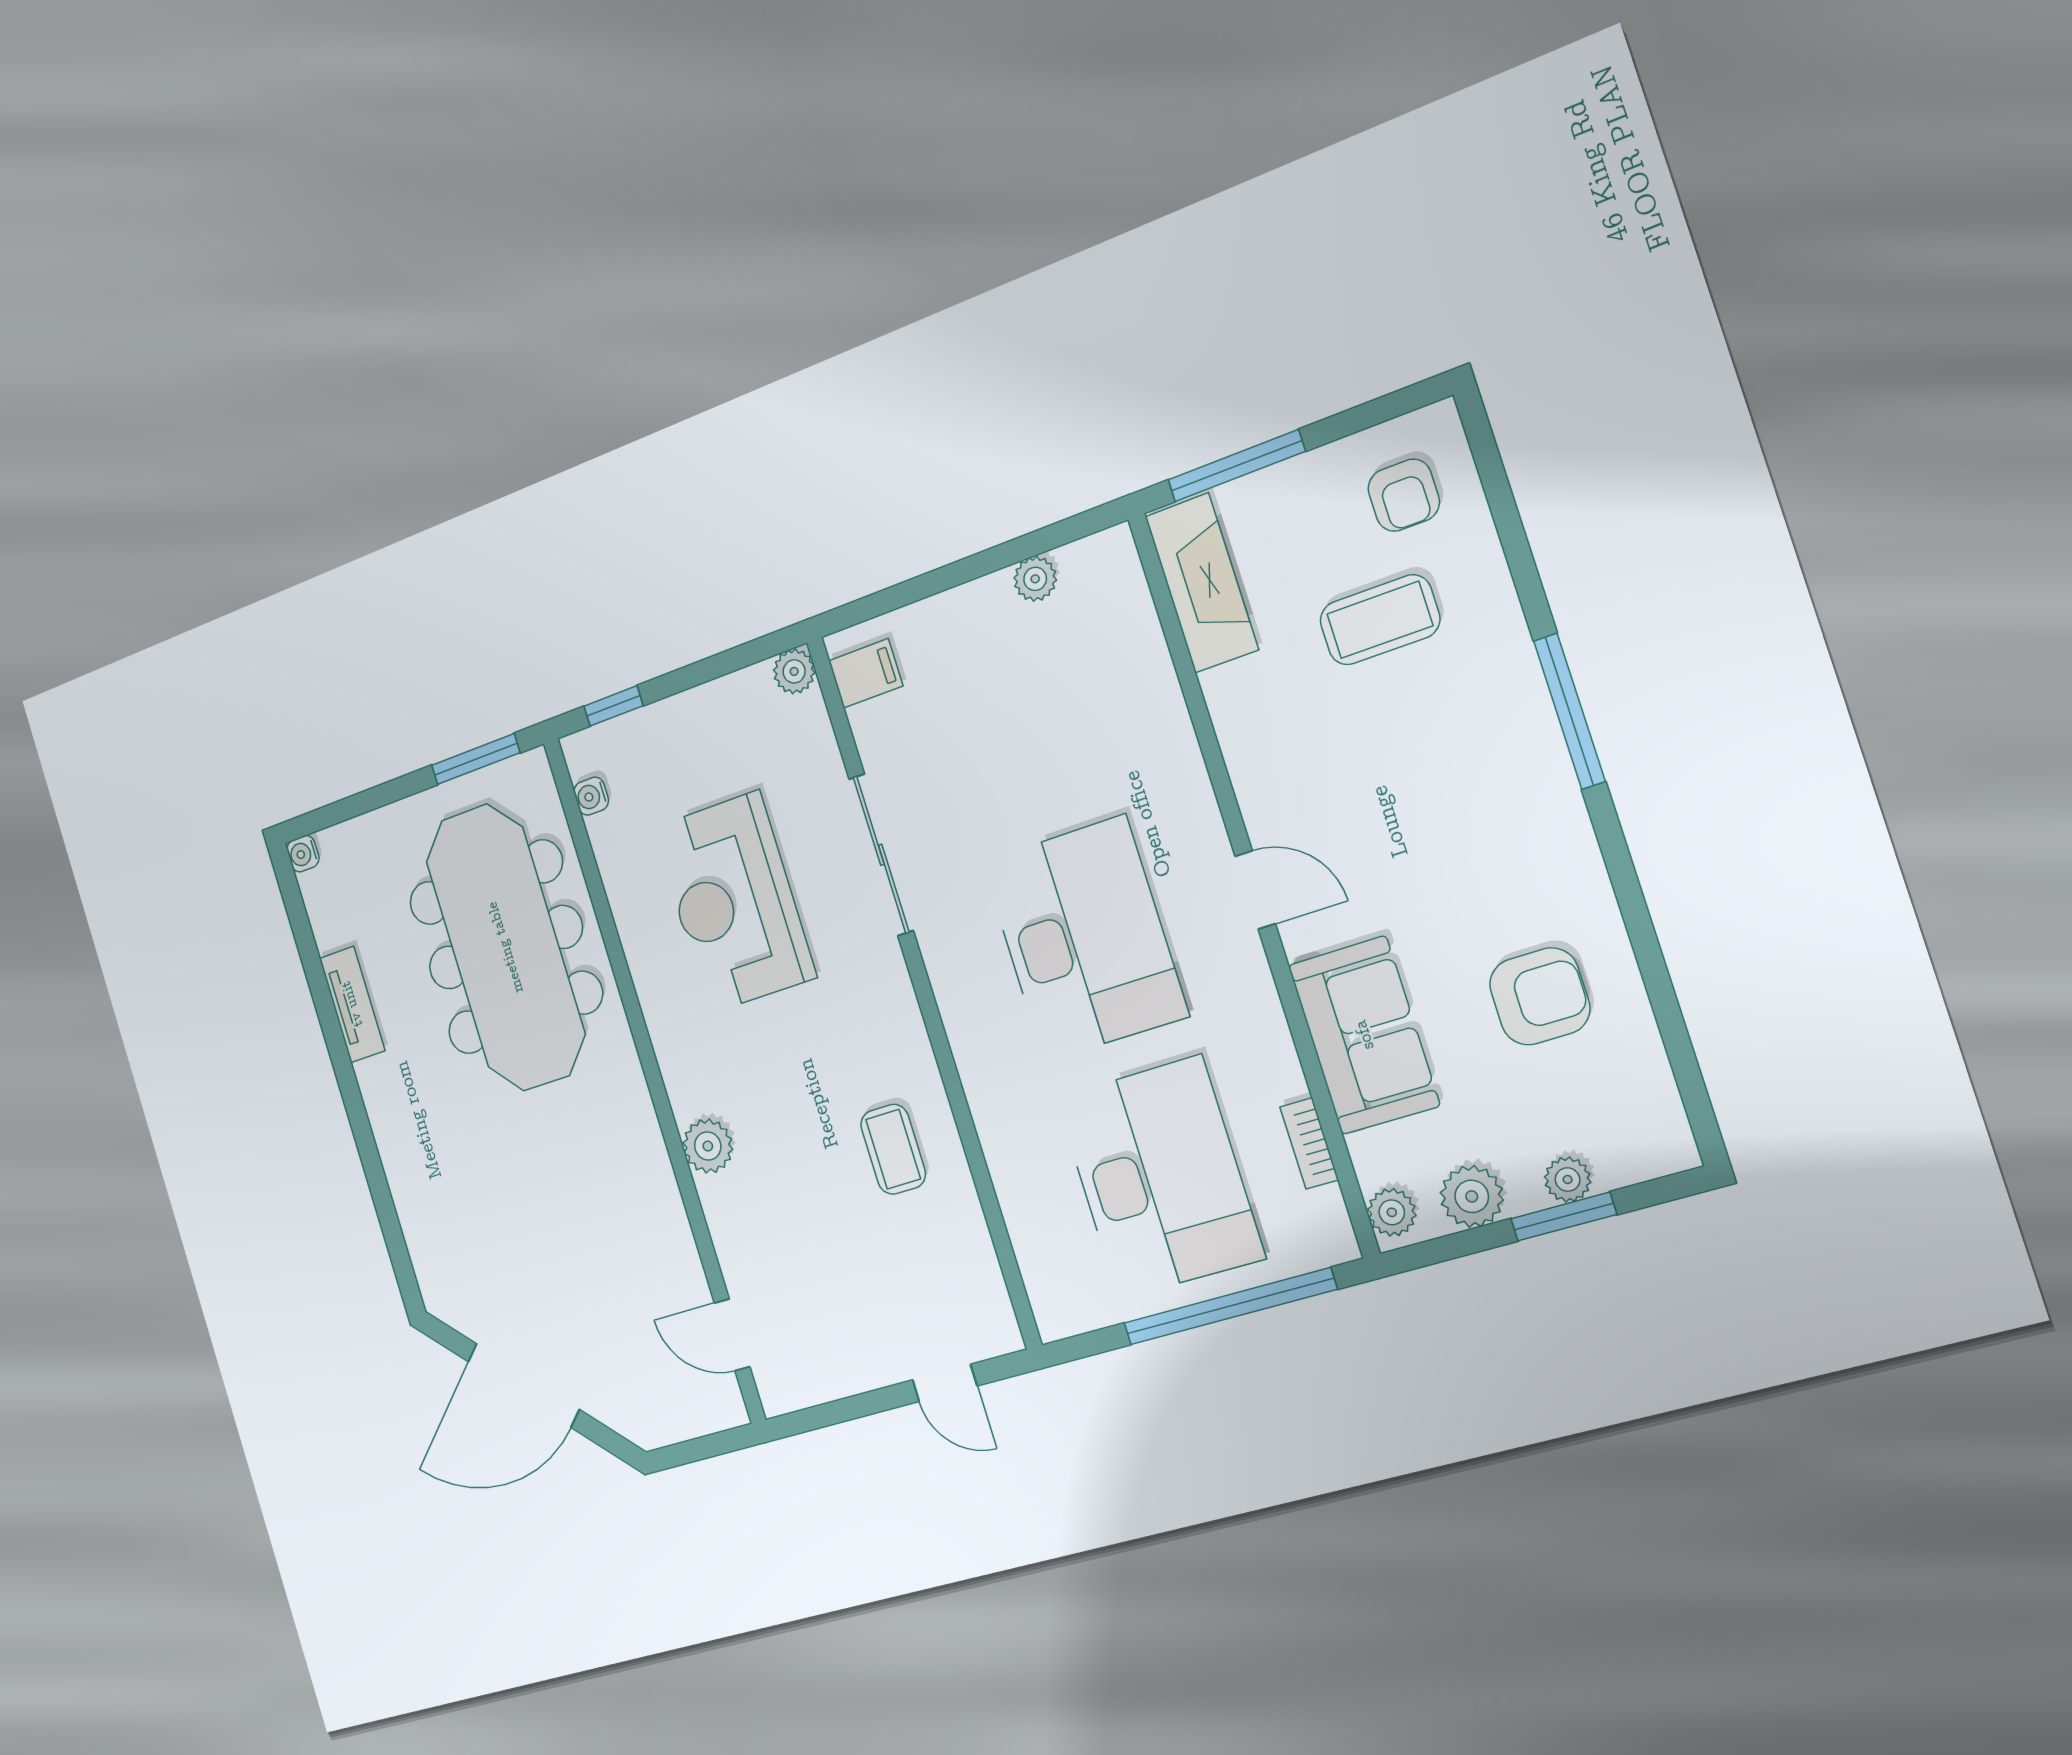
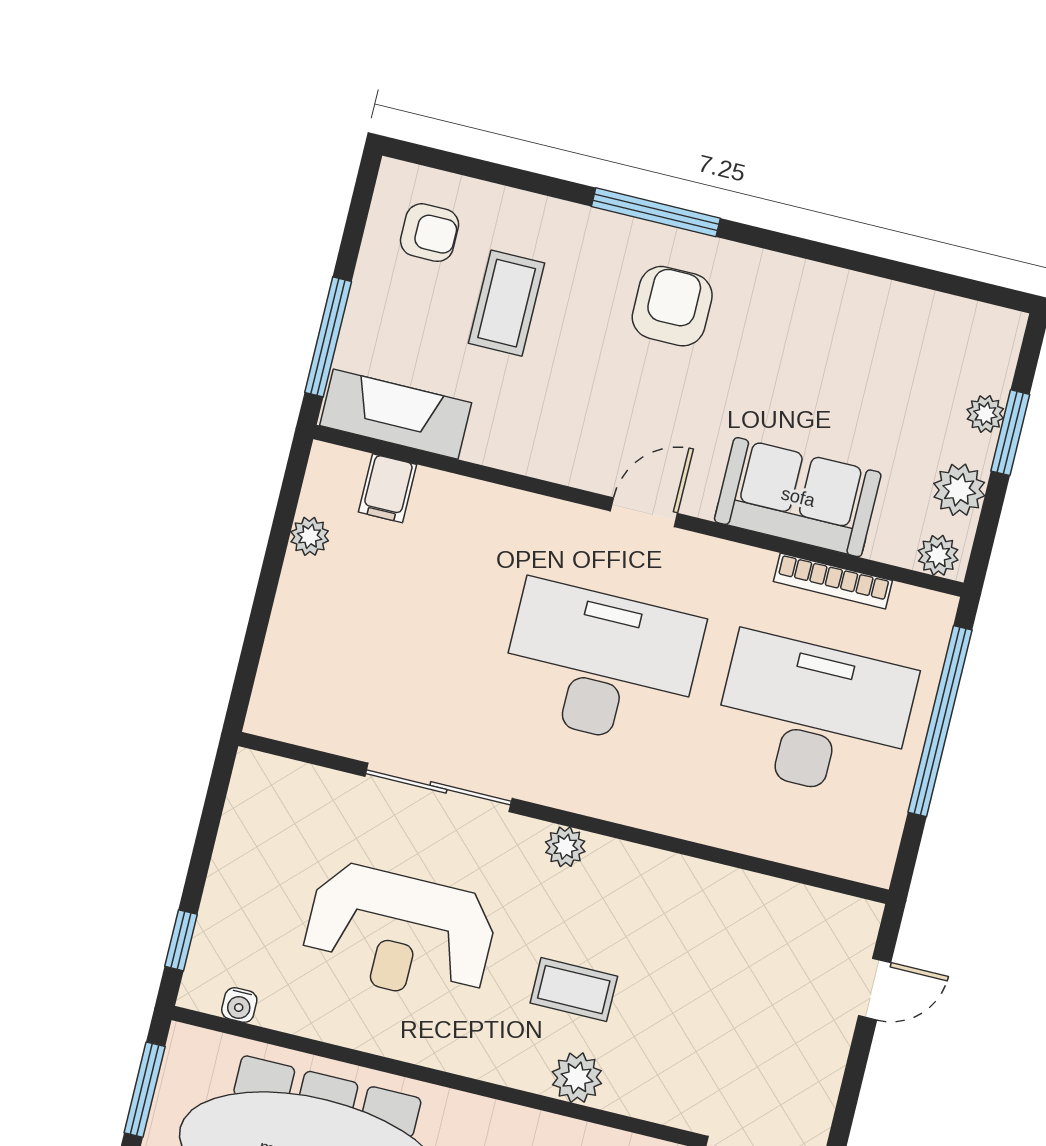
plant: (794, 671) -> (565, 847), moved
filing cabinet: (866, 673) -> (387, 488), moved, turned 180
armchair: (1540, 996) -> (672, 306), moved
bookcase: (1309, 1143) -> (833, 581), width x1.56
coffee table: (893, 1149) -> (574, 990), moved

